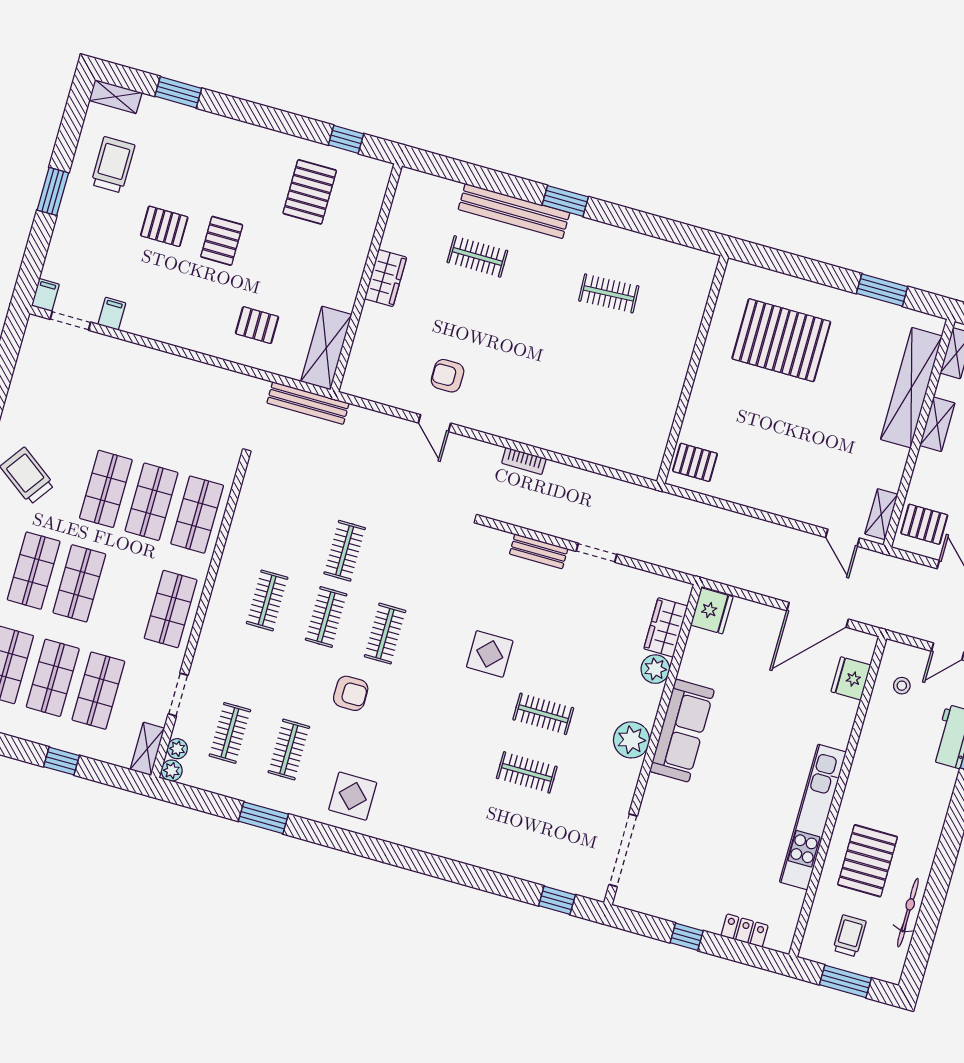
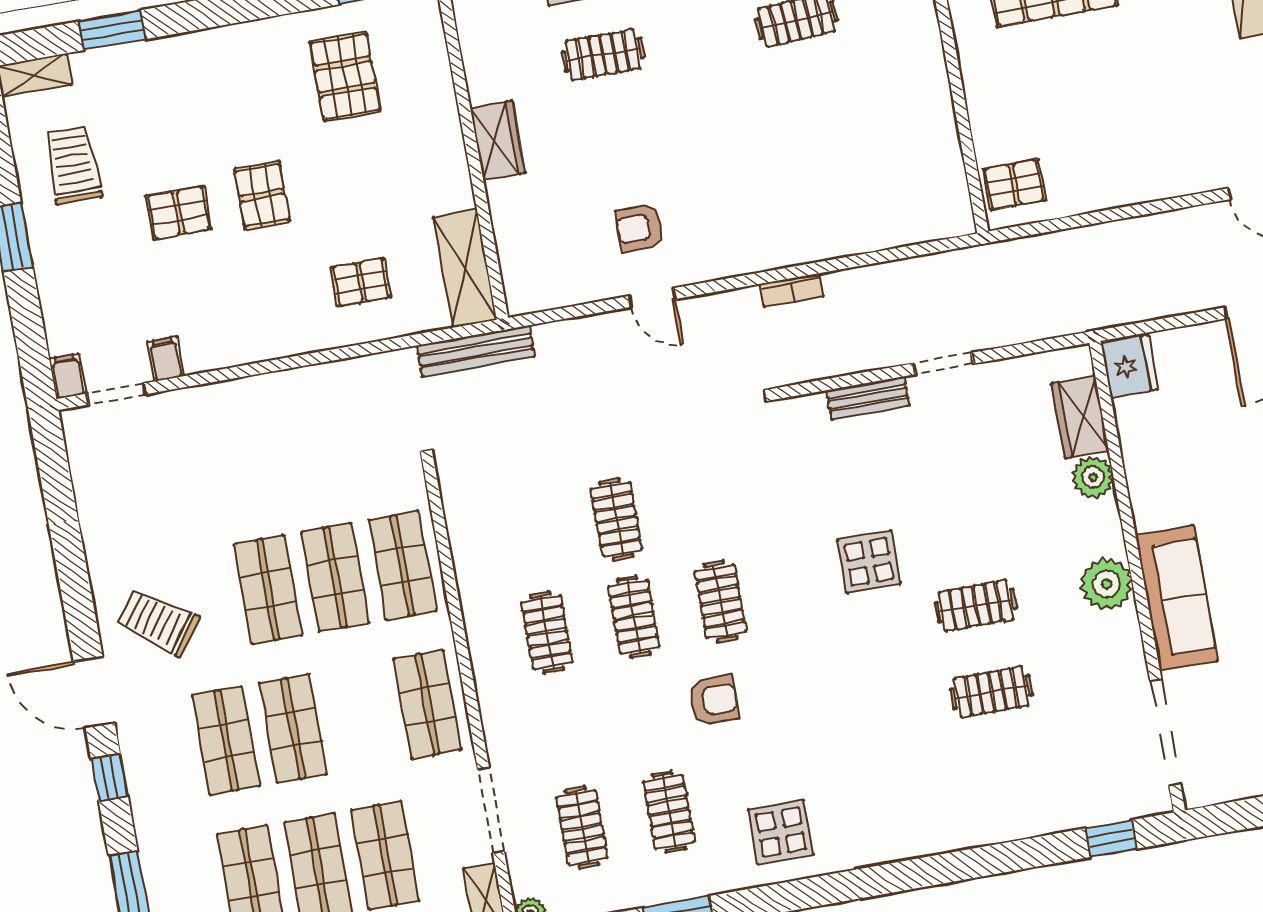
doorway: (178, 695) -> (491, 810), width x1.38
sofa: (682, 731) -> (1176, 598), moved
plant: (177, 749) -> (524, 881), removed

